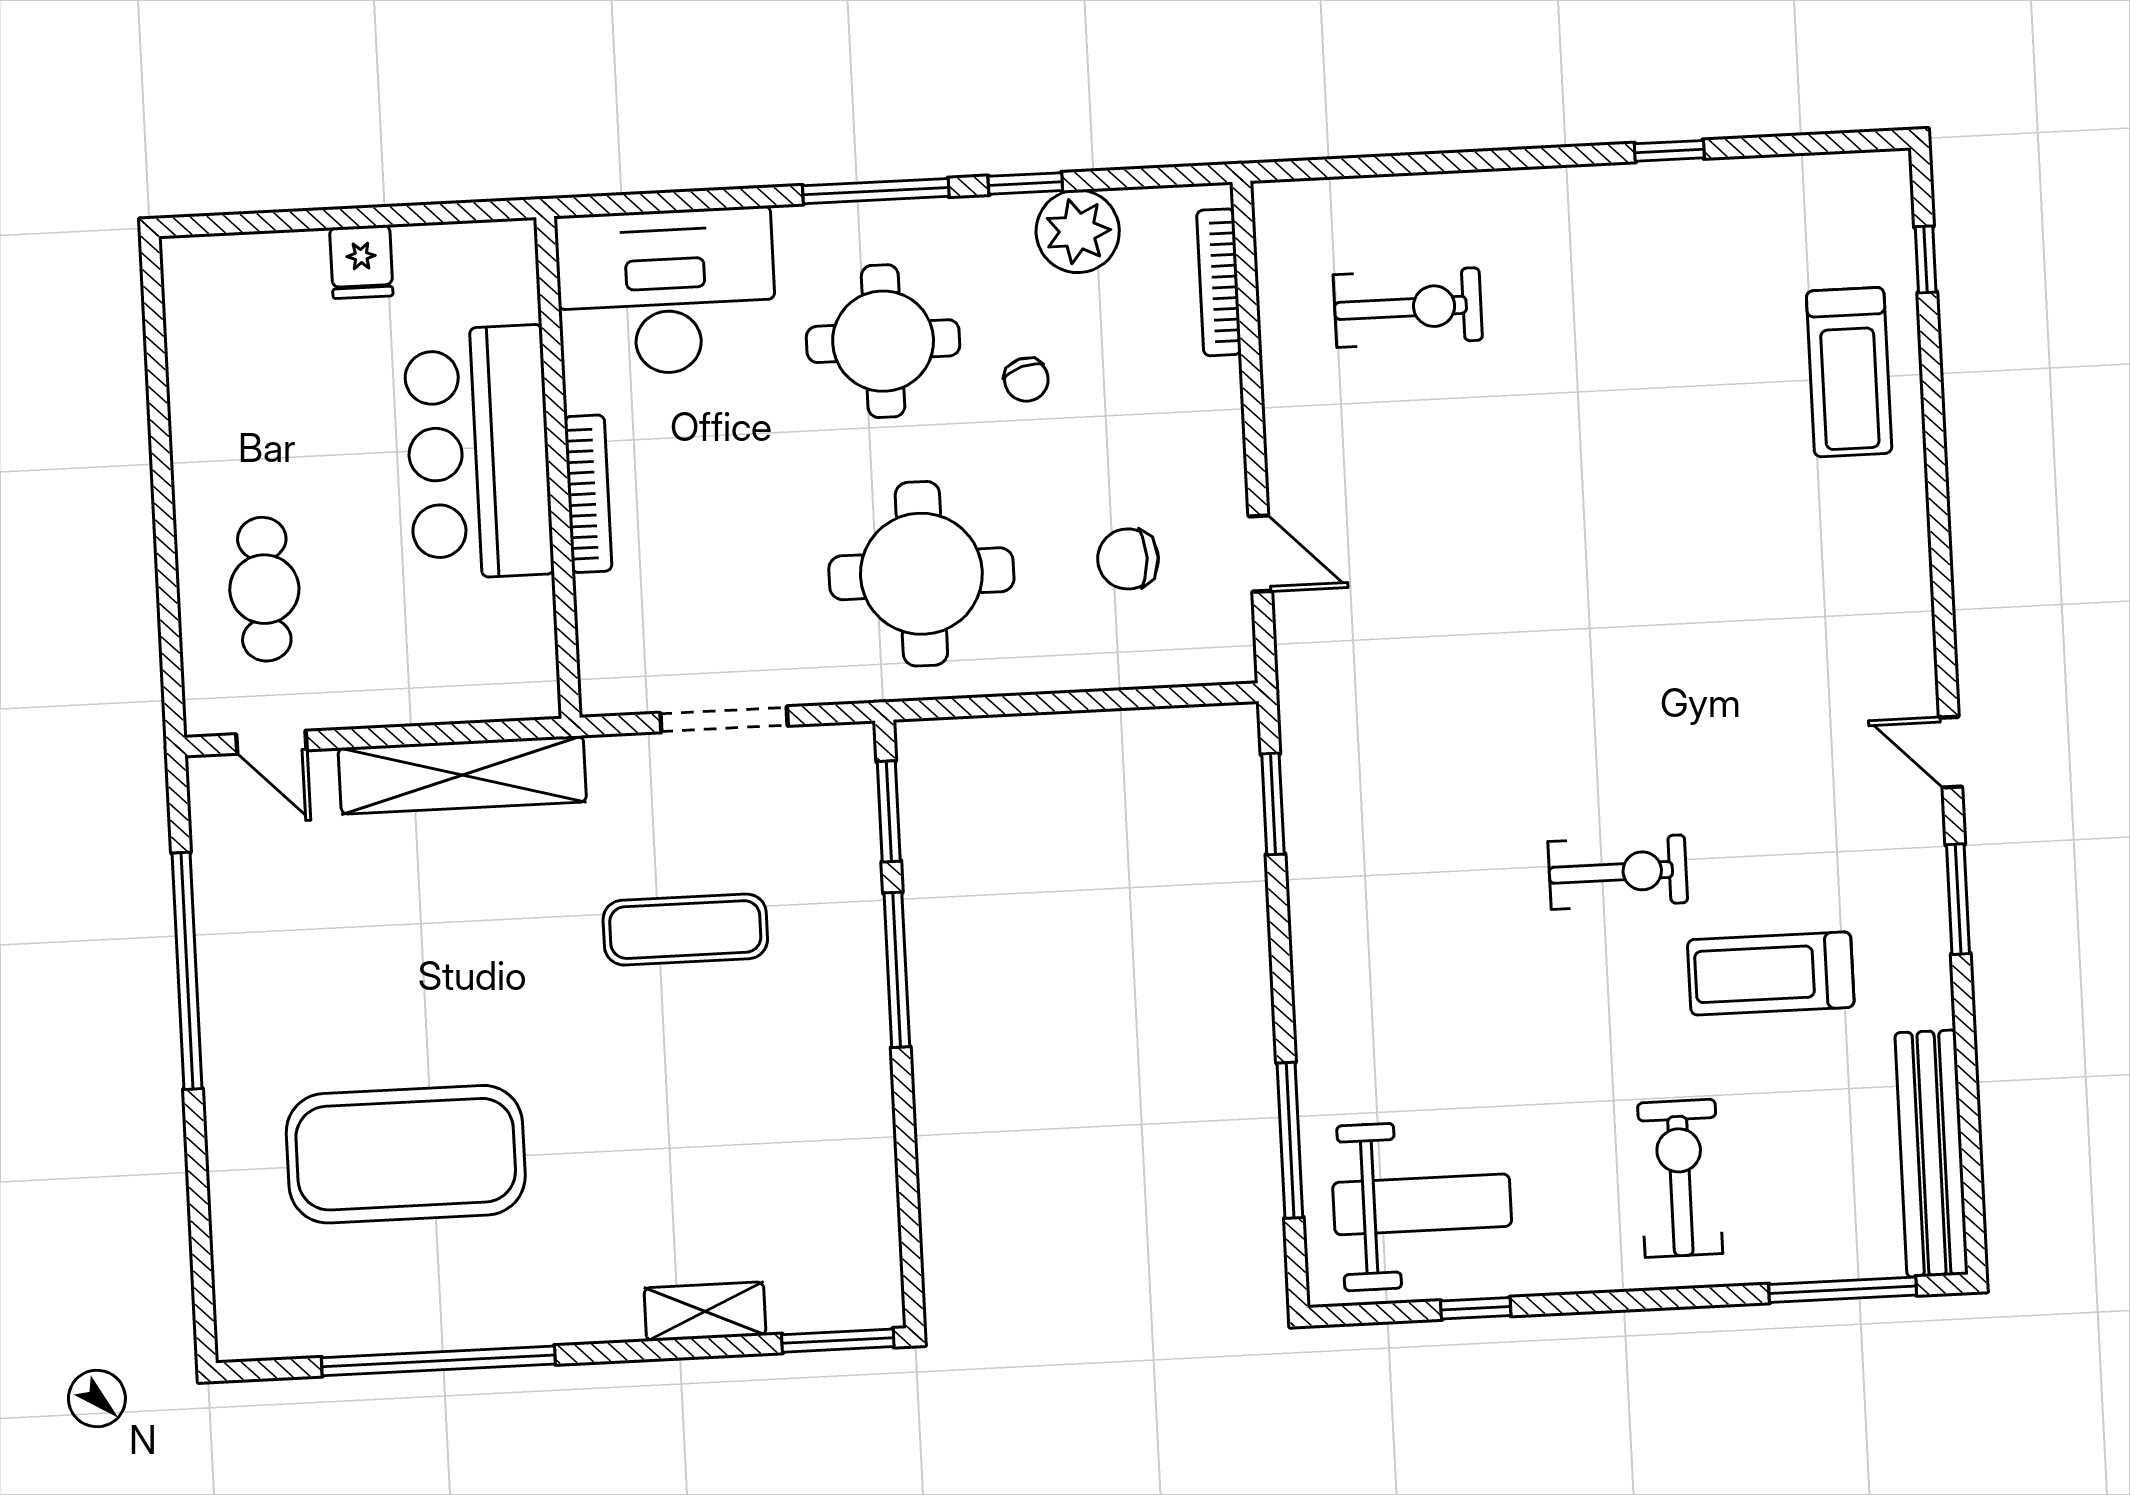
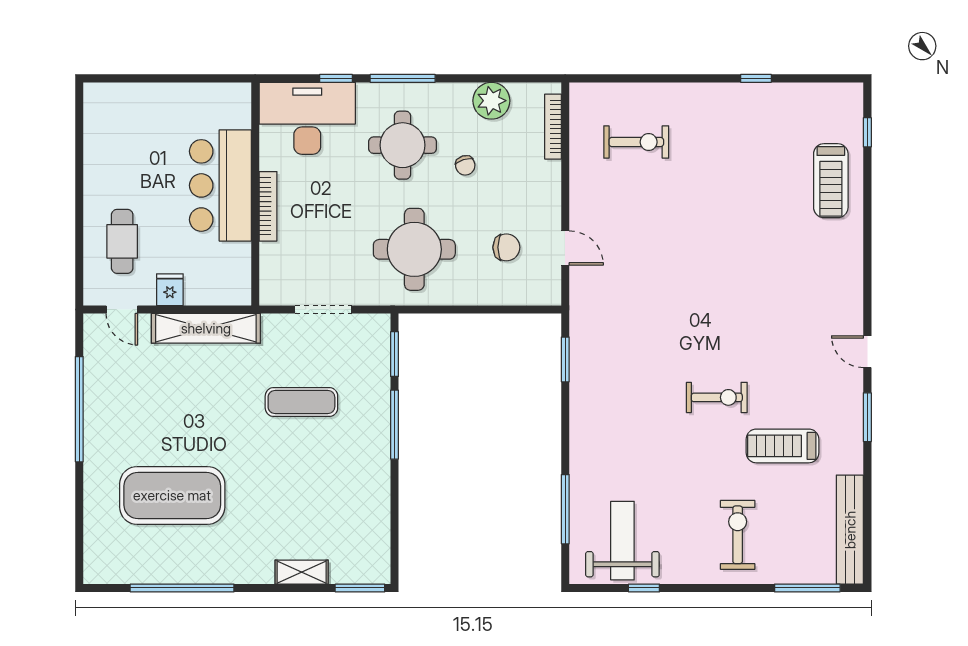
window: (1025, 183) -> (336, 78), moved
fridge: (361, 262) -> (170, 290), moved, turned 180
chair: (1128, 559) -> (506, 247), turned 180
weight bench: (1422, 1204) -> (622, 541), turned -90

